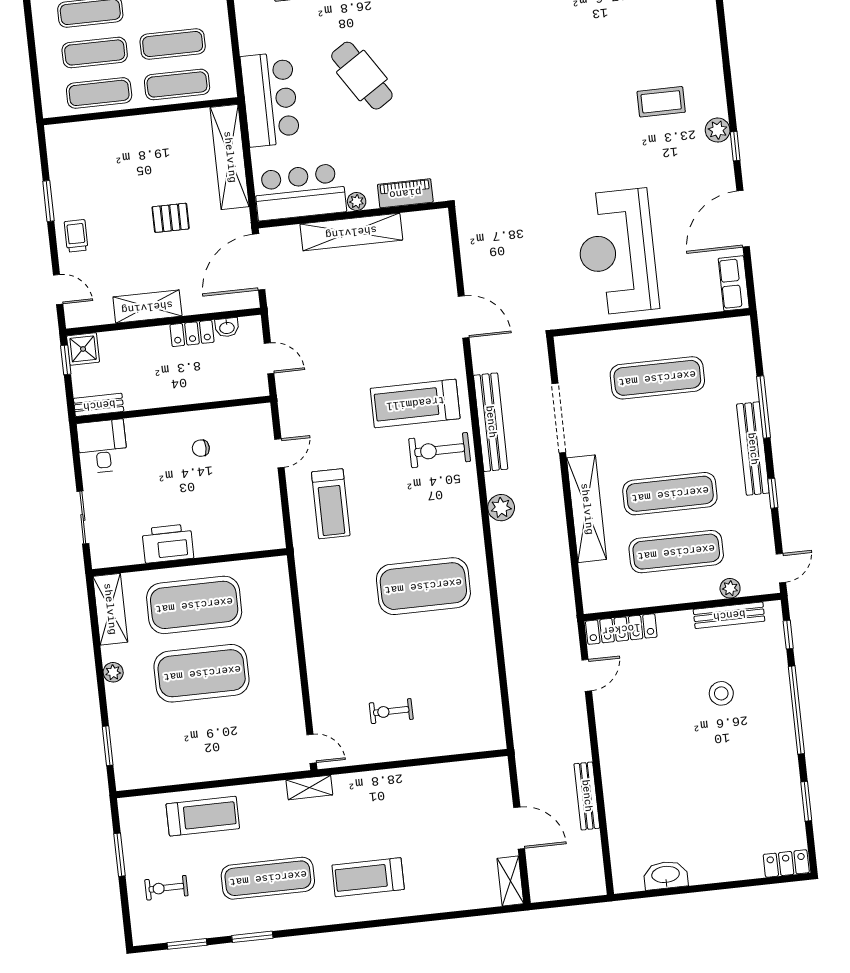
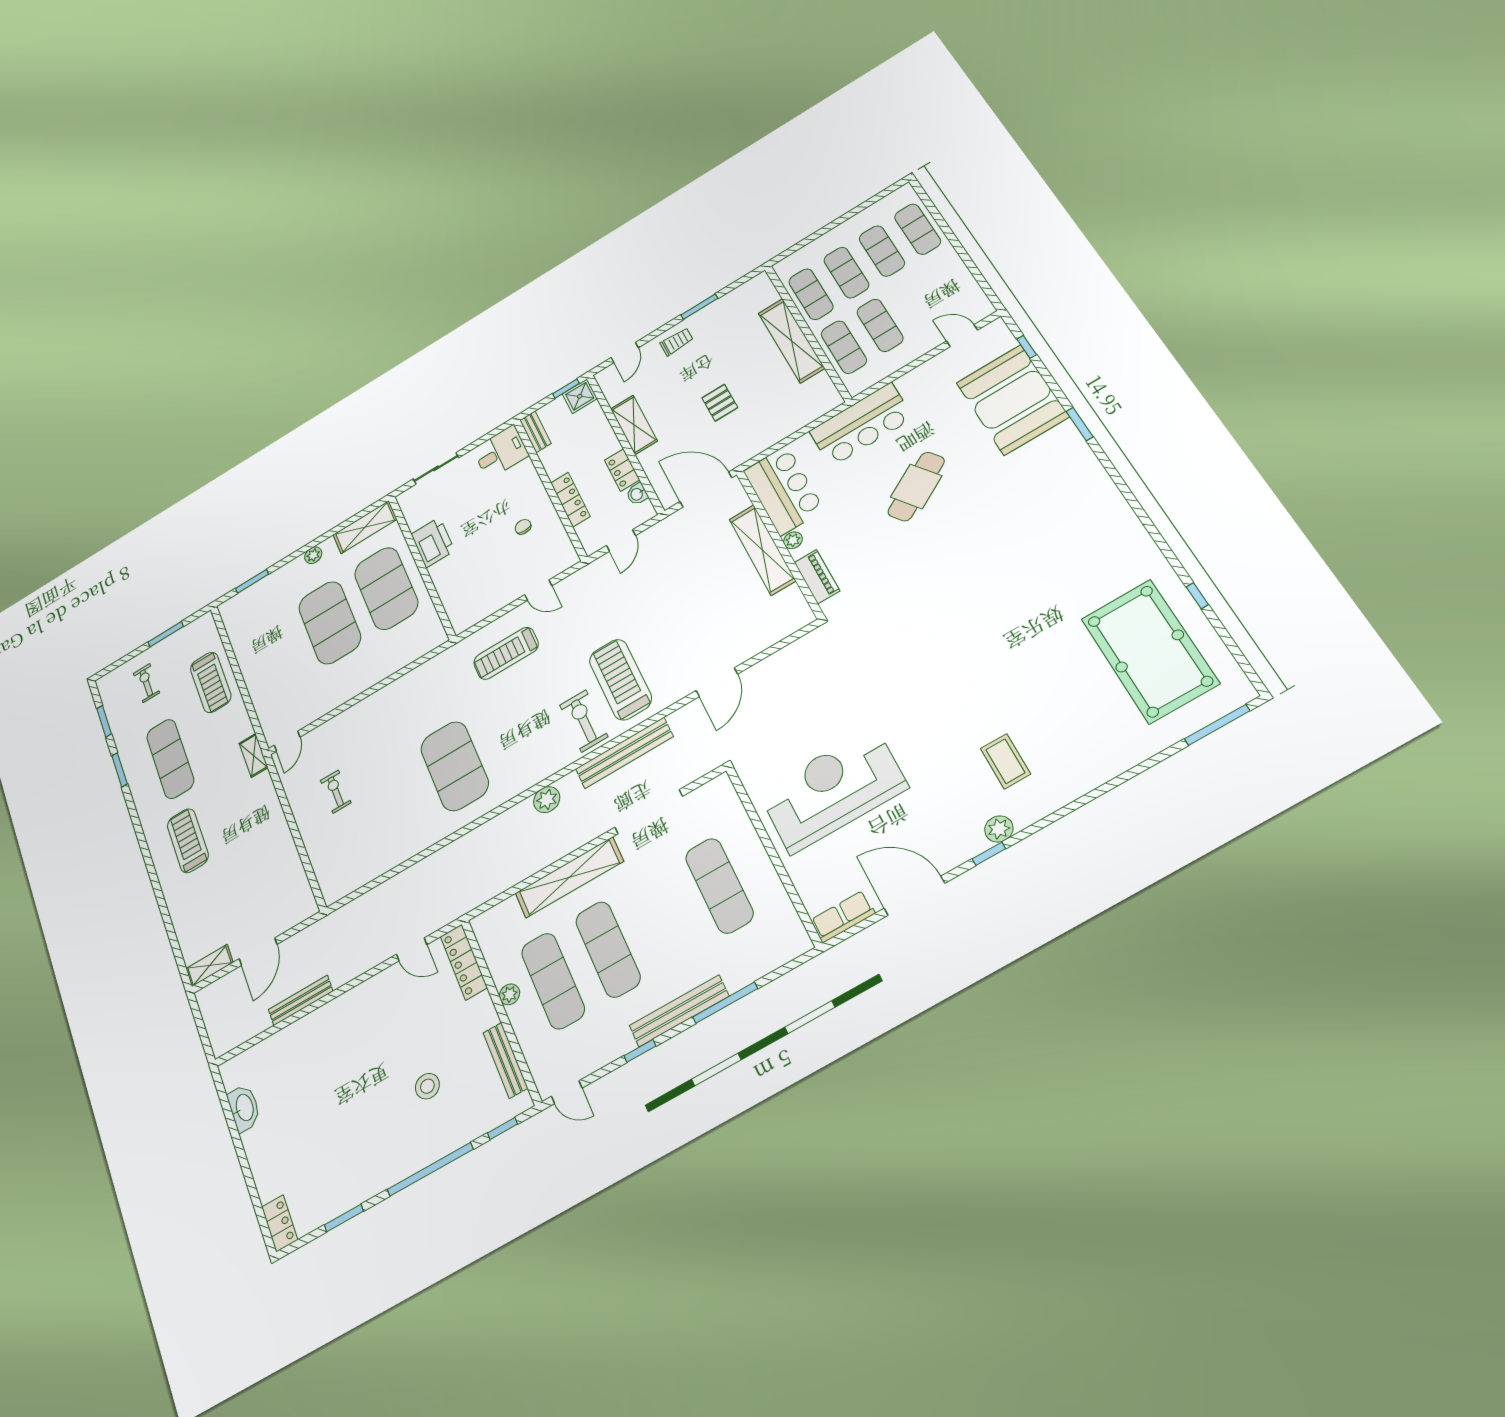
shelving: (230, 157) -> (791, 341), moved, turned 90
locker: (197, 393) -> (570, 500), added
plant: (730, 588) -> (510, 994), moved

